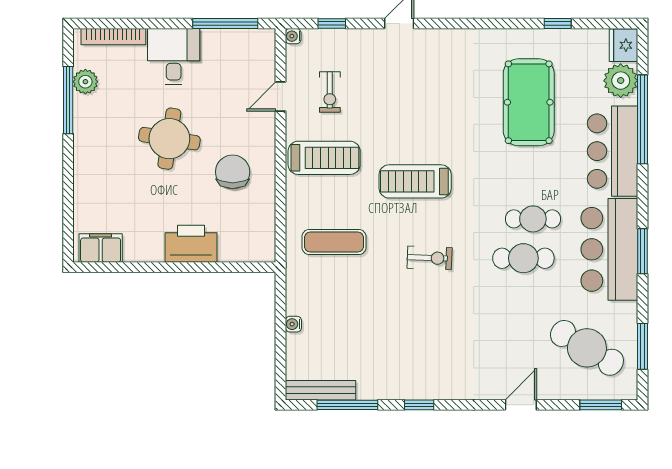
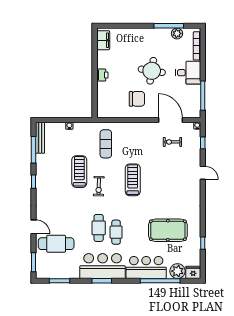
door: (280, 97) -> (170, 120), width x1.87
treadmill: (324, 158) -> (79, 172), moved, turned 180
printer: (191, 244) -> (102, 75), width x0.53, depth x0.68
cafe table: (587, 348) -> (56, 244), moved, turned 59

